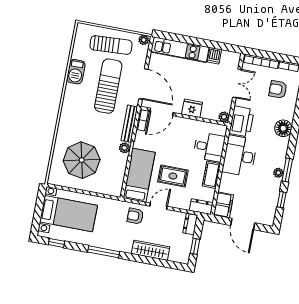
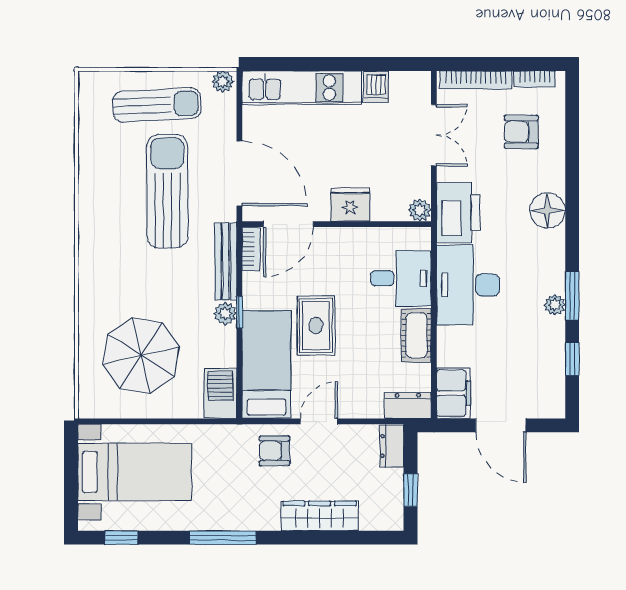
barbecue: (76, 72) -> (220, 393), moved, turned 180
rug: (173, 176) -> (316, 326), moved, turned 90

